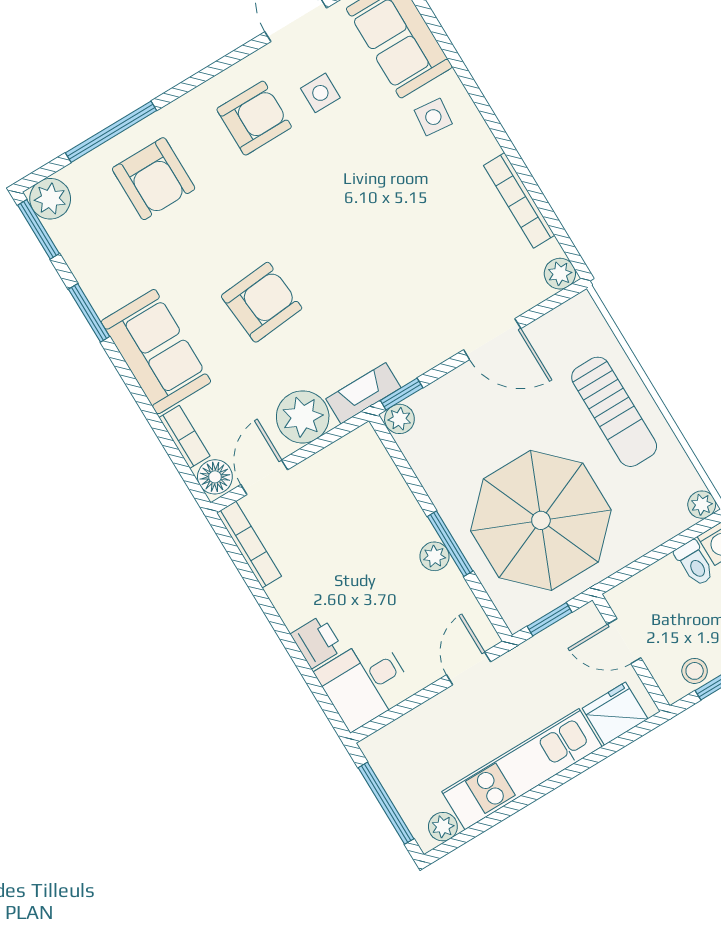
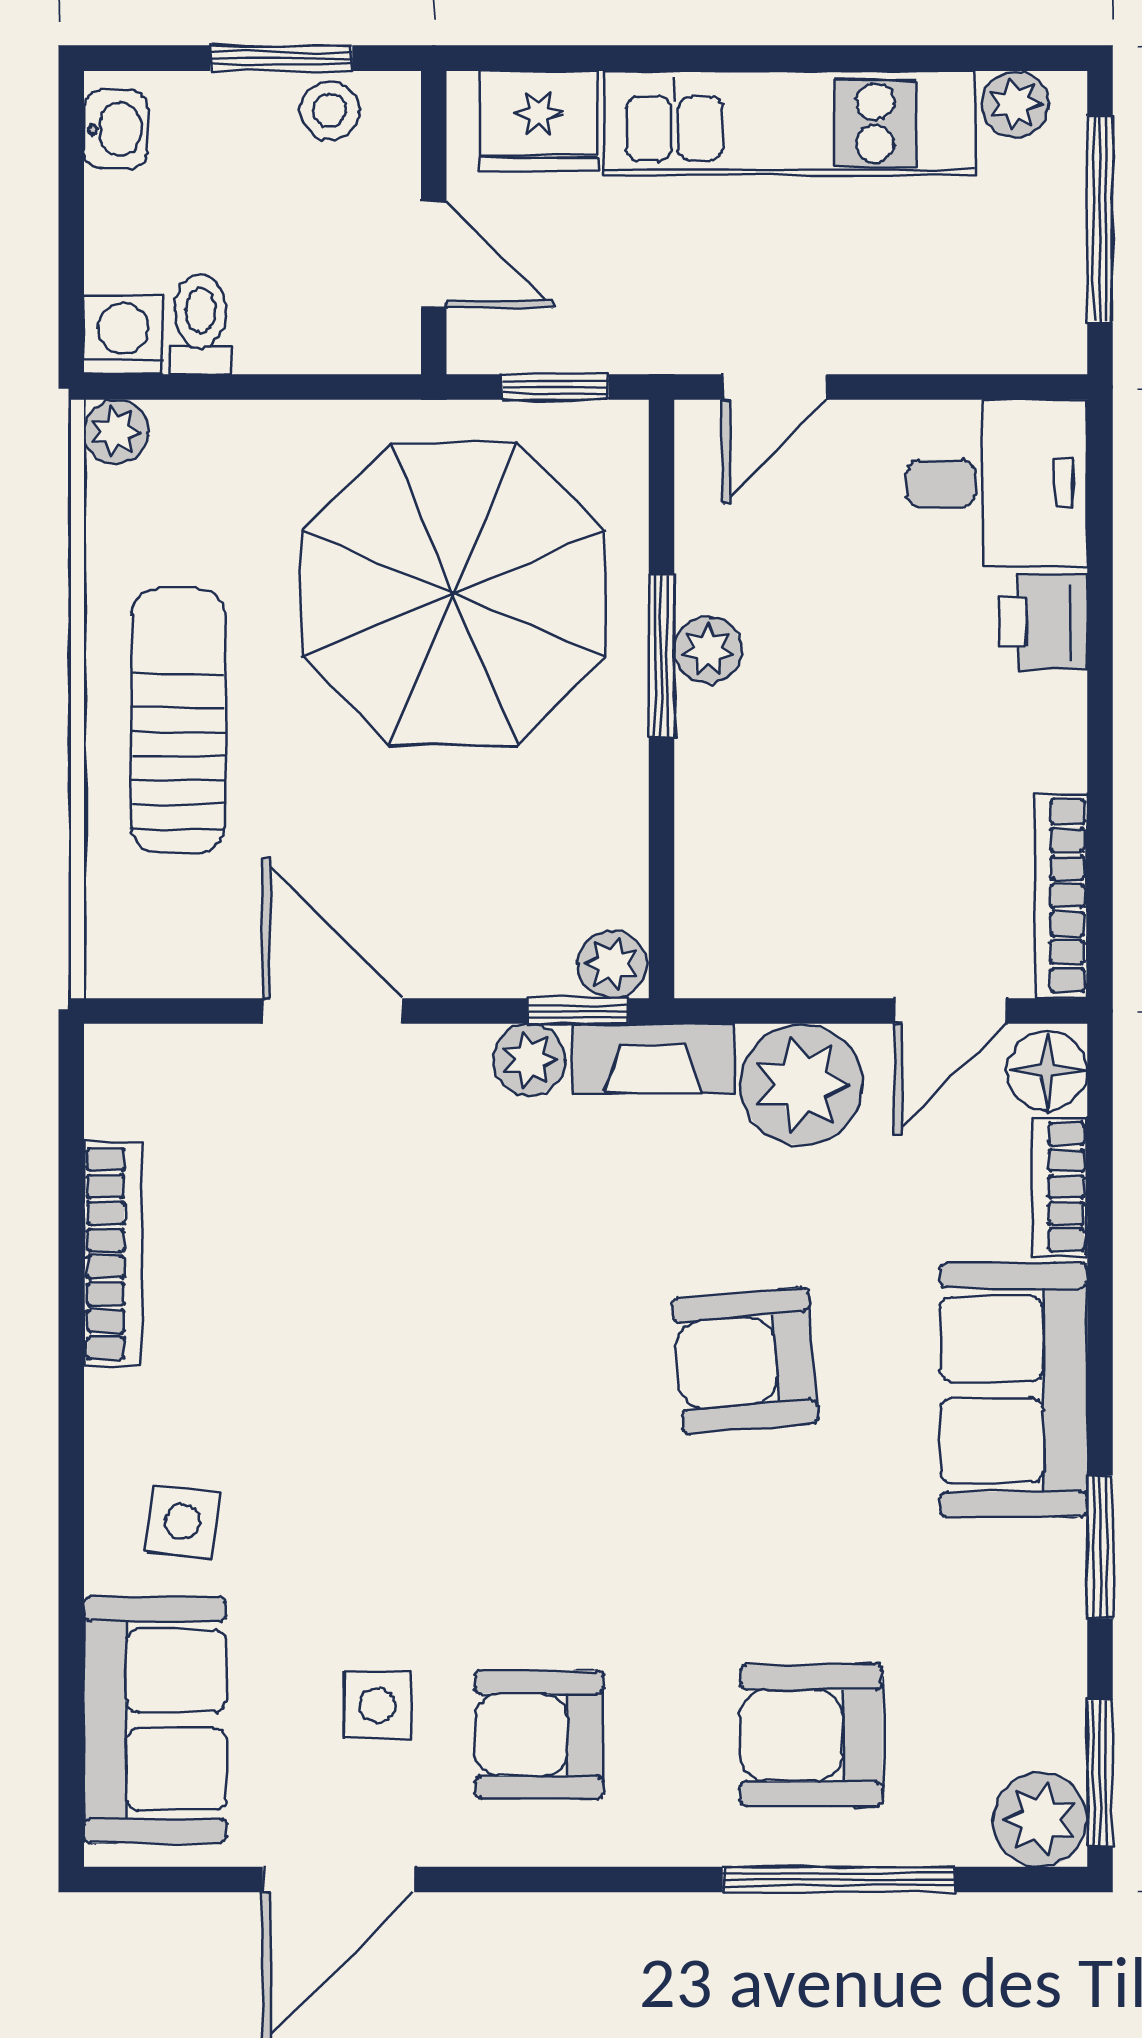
armchair: (154, 179) -> (811, 1735), turned -90
plant: (560, 274) -> (529, 1060), moved

